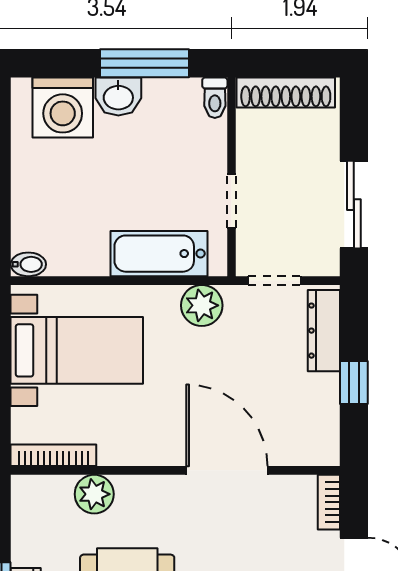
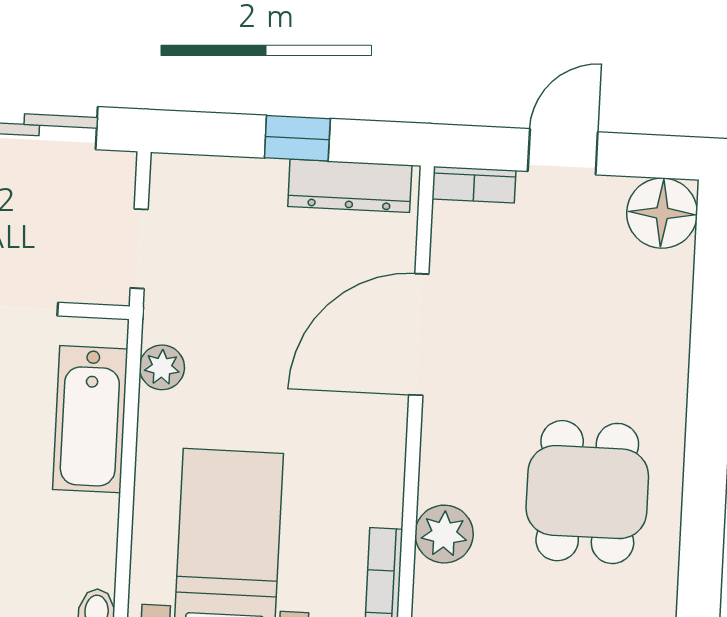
plant: (202, 305) -> (162, 367), width x0.73, depth x0.73
dresser: (324, 331) -> (350, 186), moved

